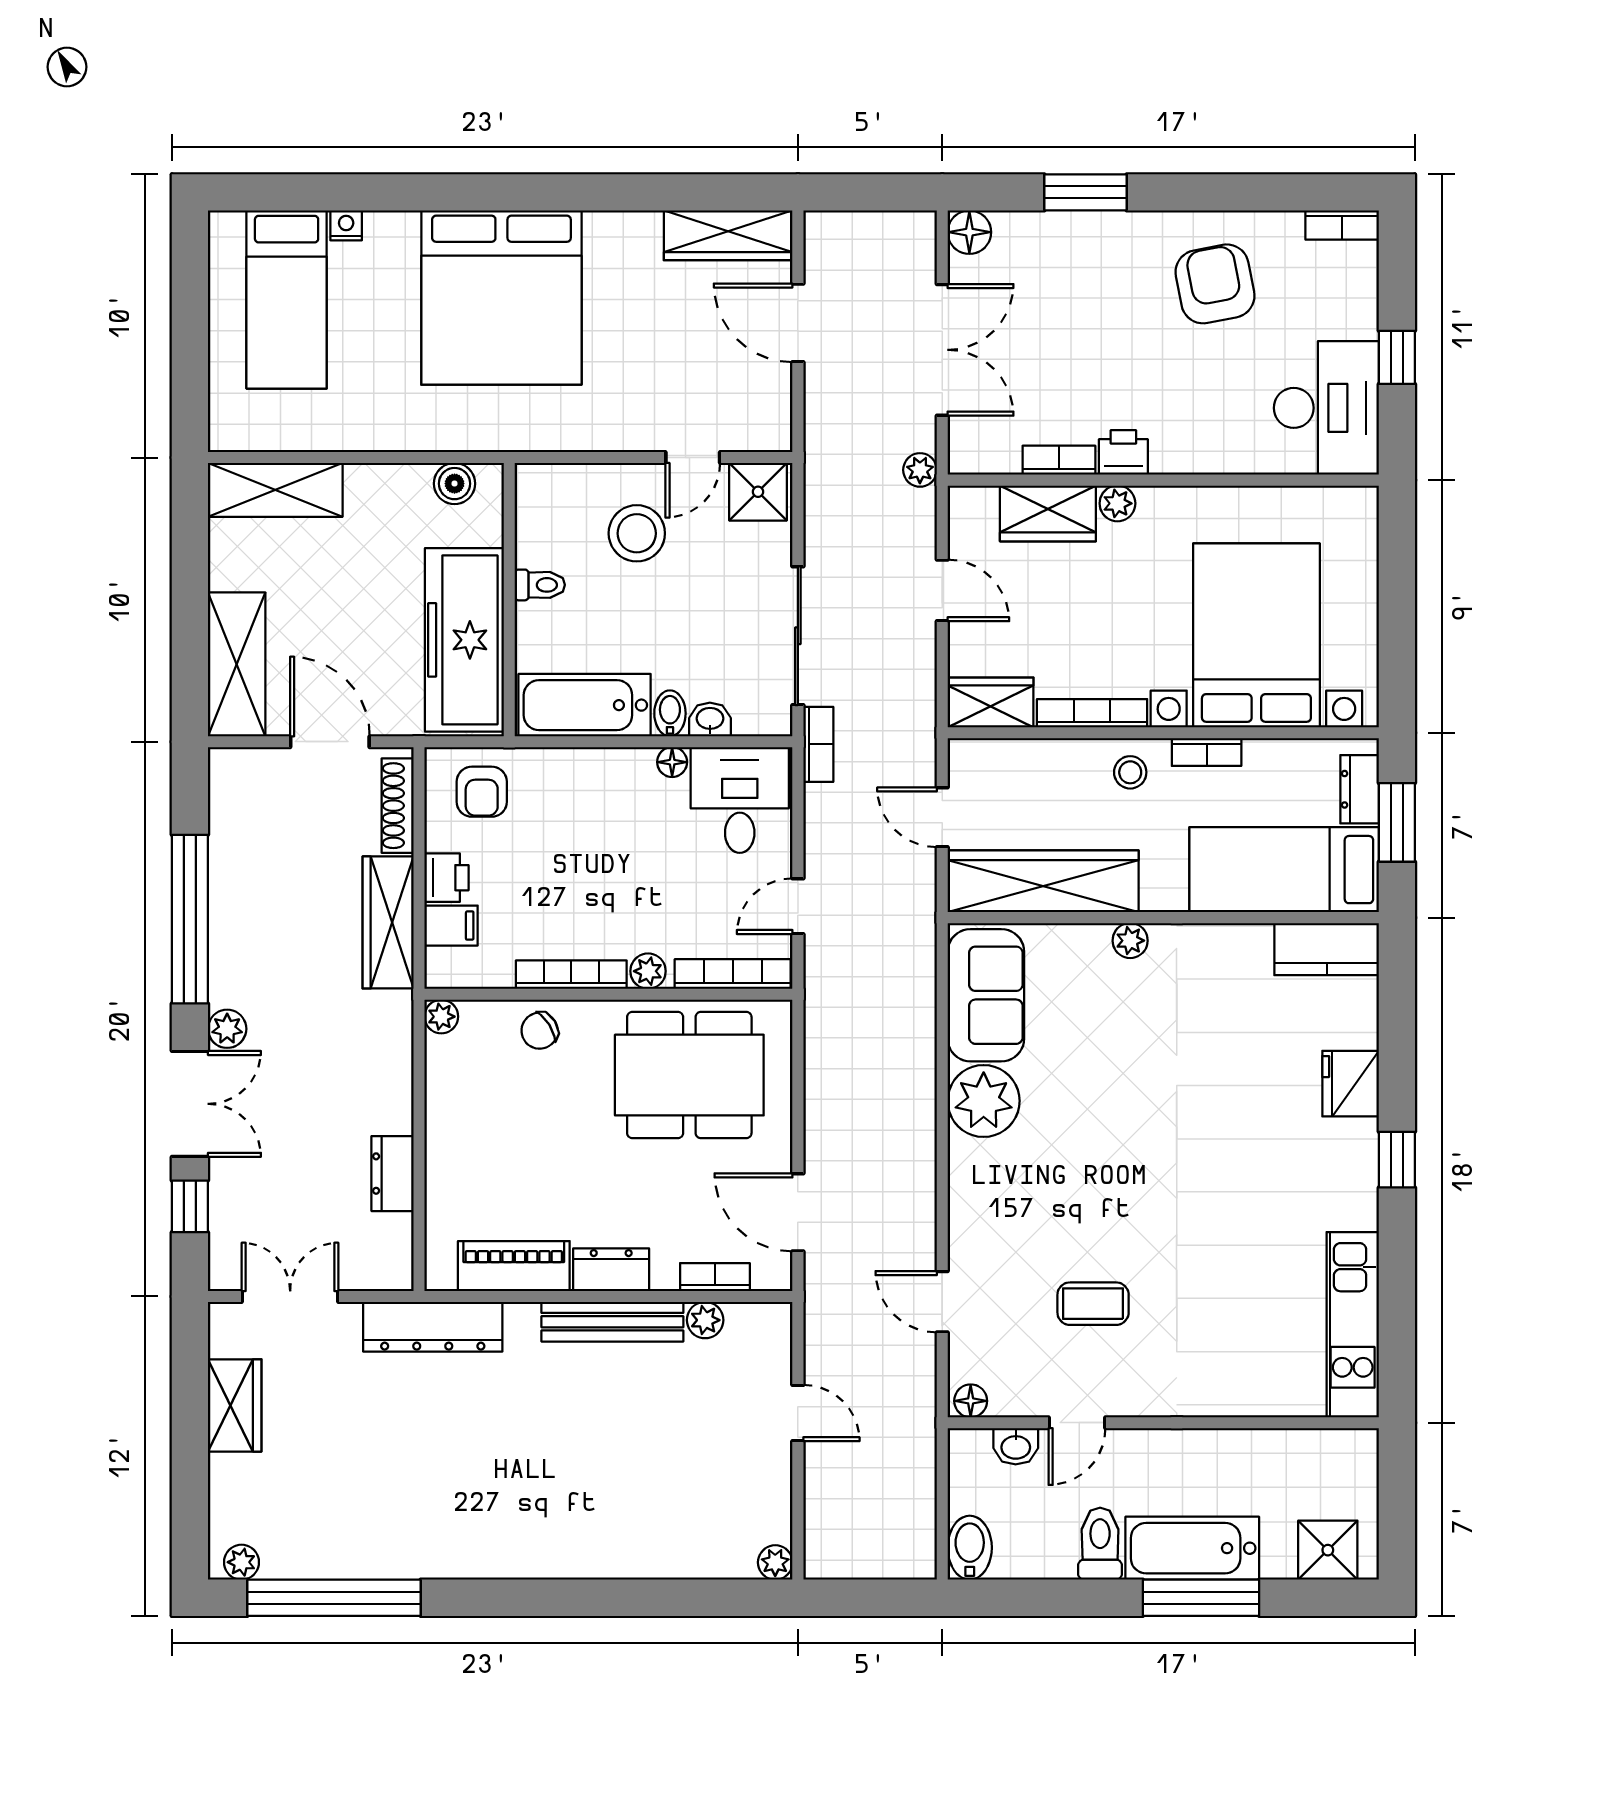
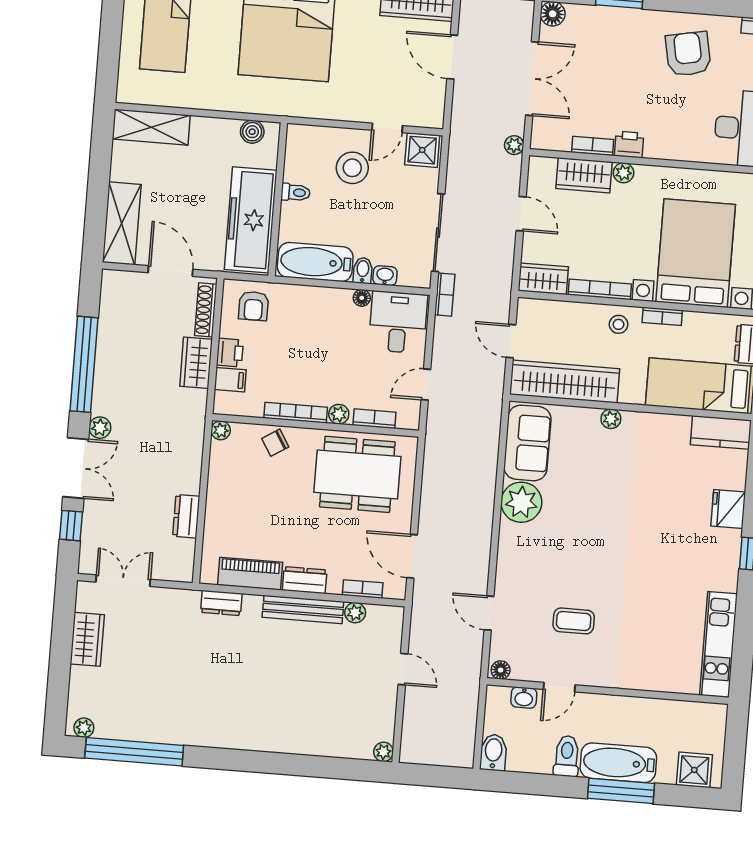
wardrobe: (388, 922) -> (196, 363), width x0.67
bookcase: (733, 974) -> (374, 419), width x0.64
dresser: (433, 1327) -> (221, 603), width x0.51, depth x0.80

